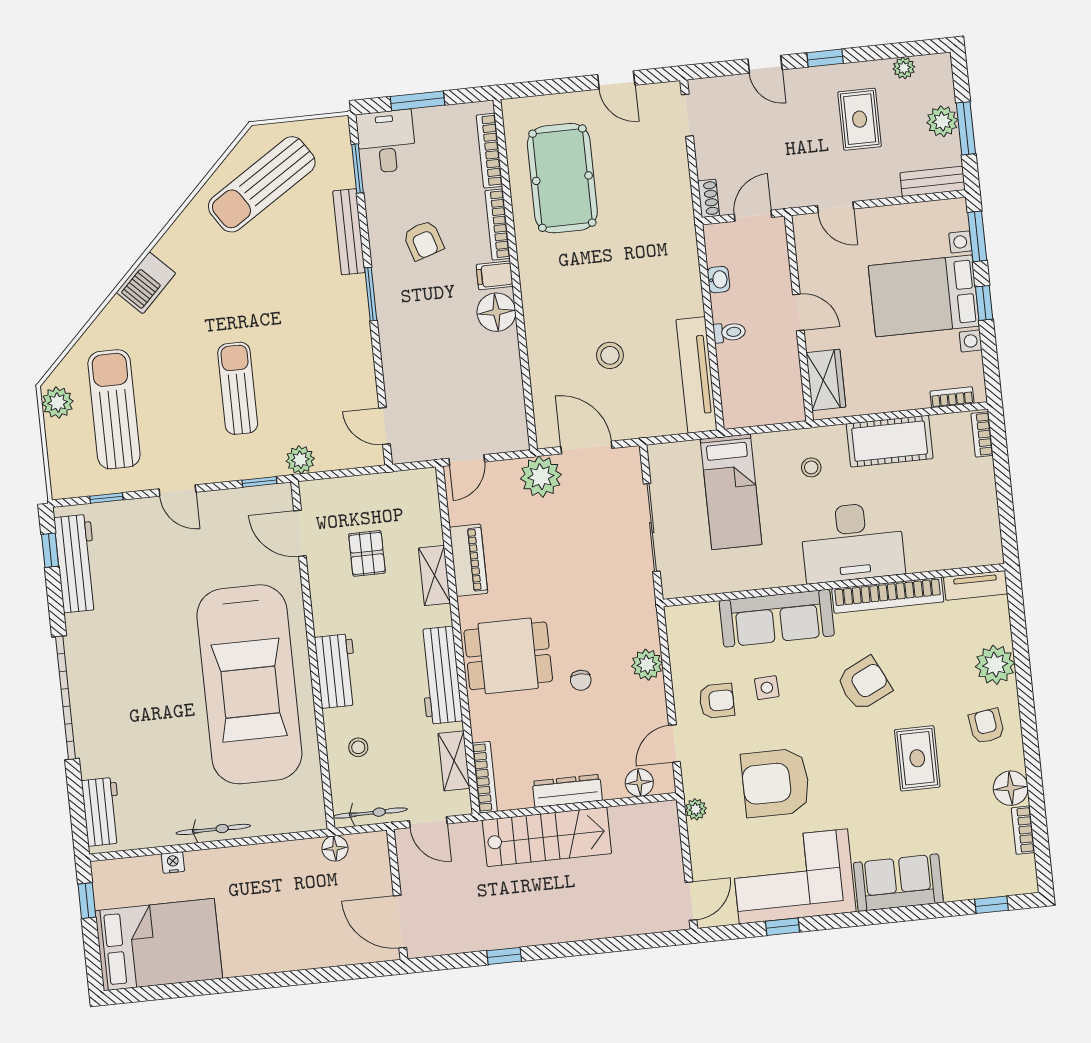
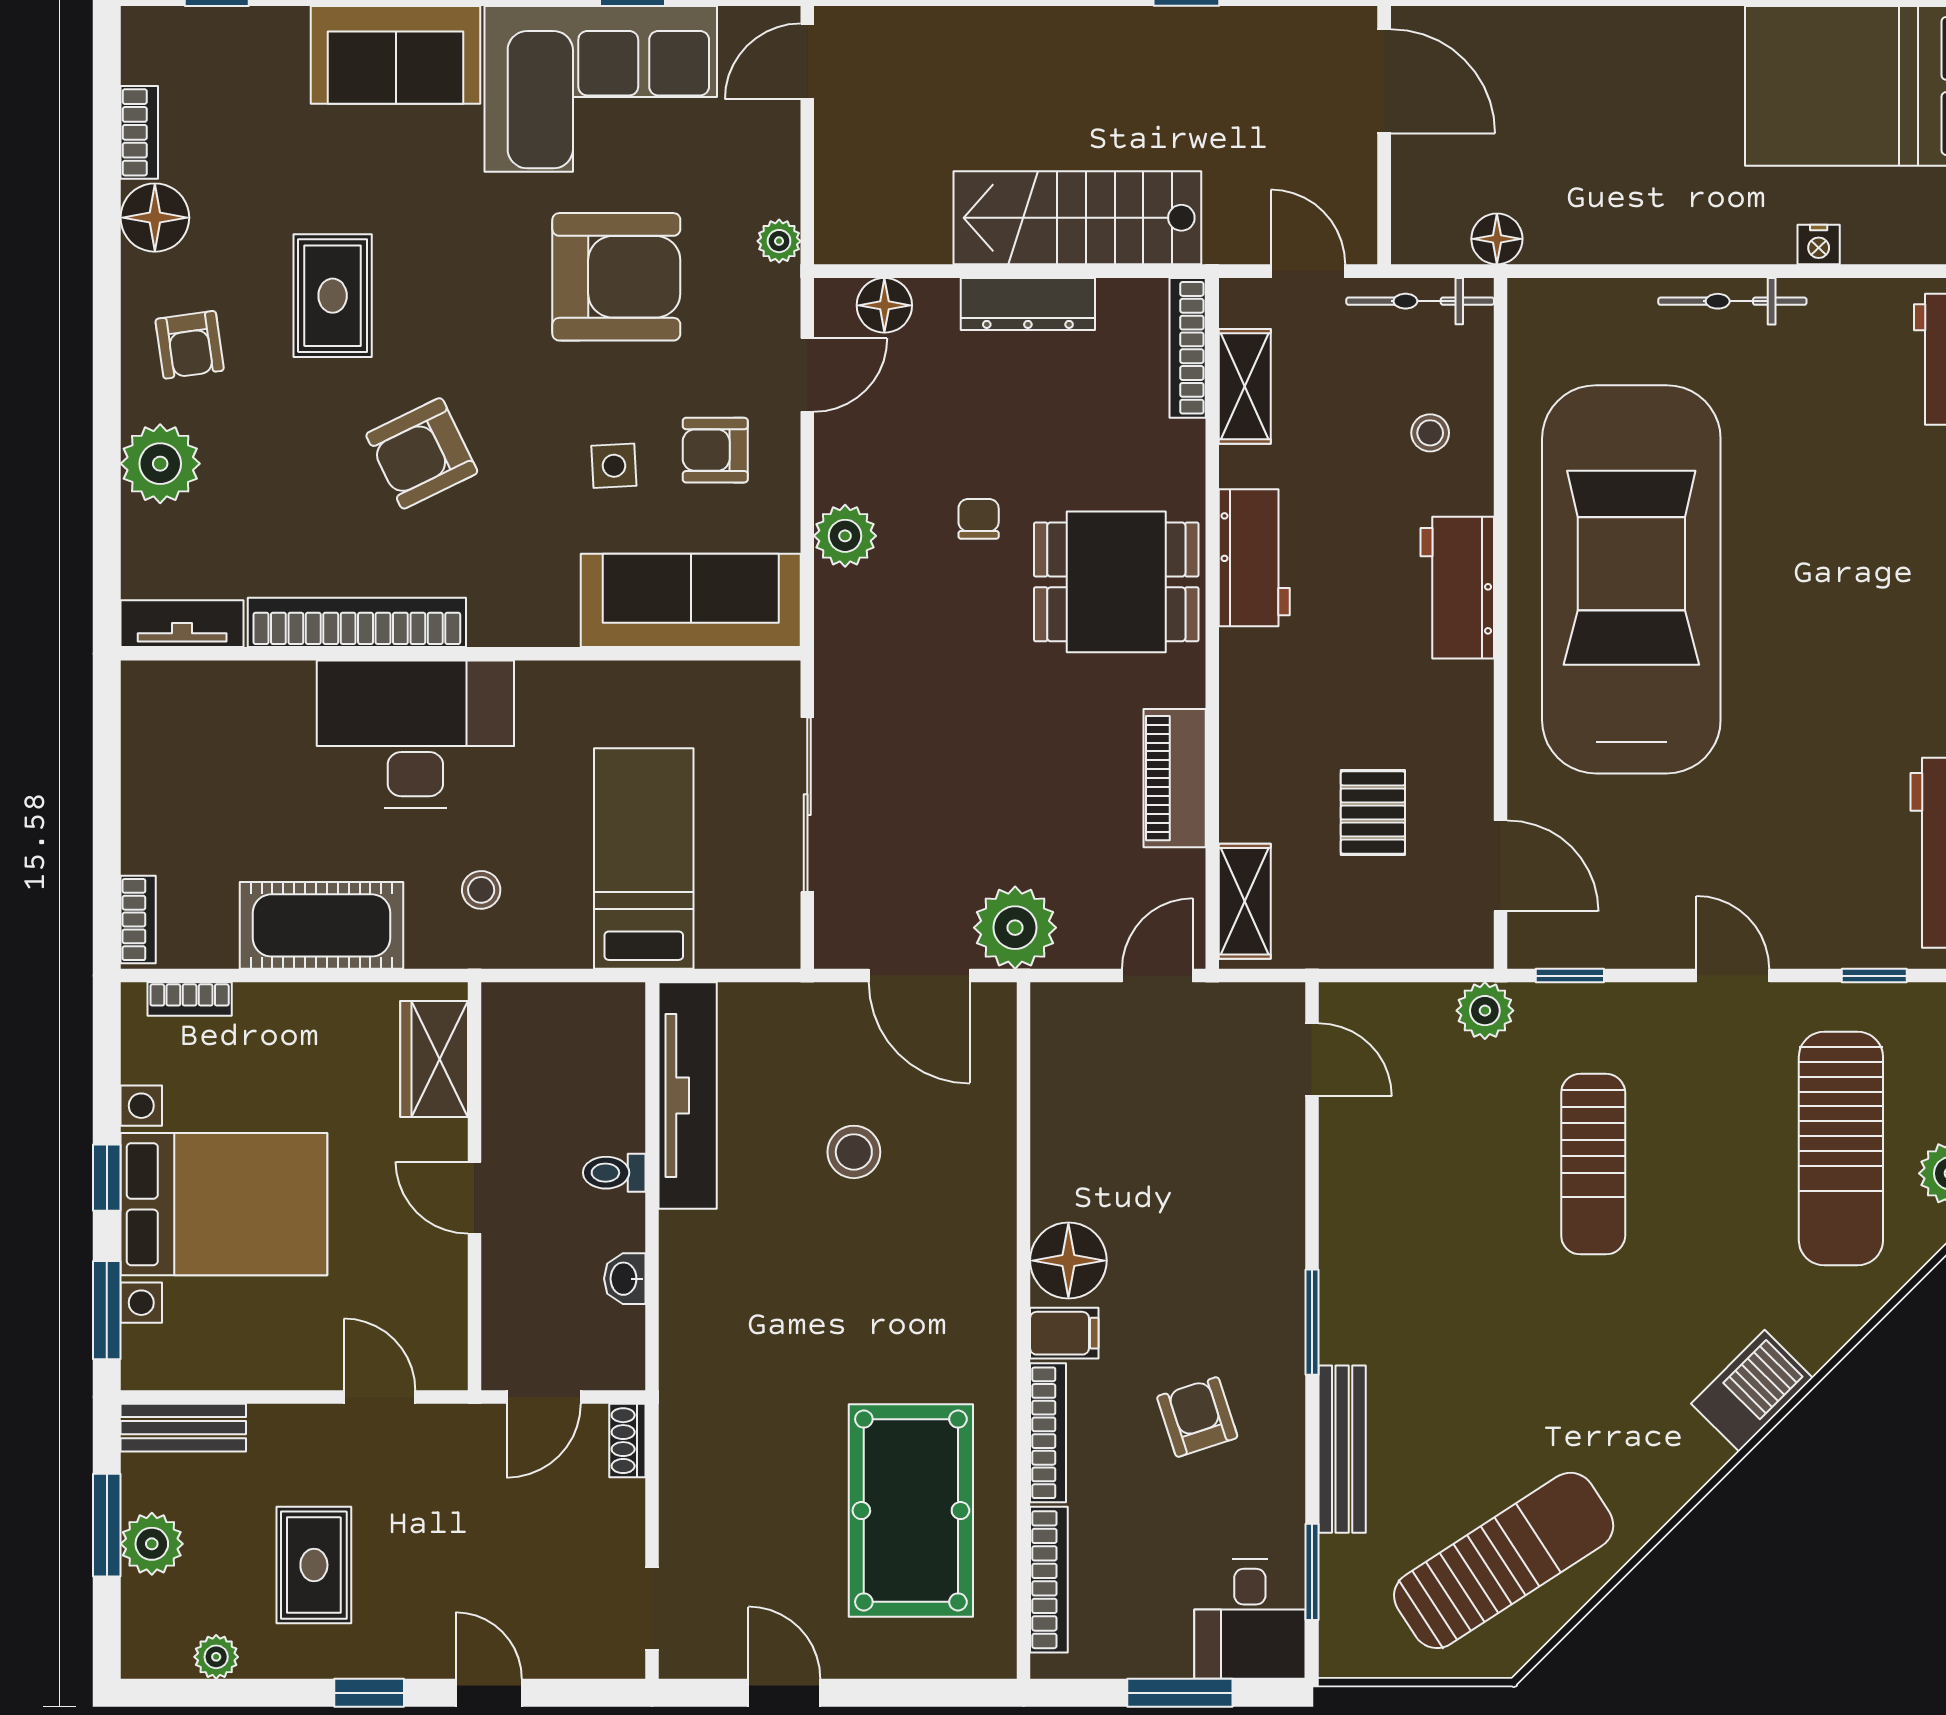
shelving: (434, 575) -> (1245, 901), moved
sofa: (777, 618) -> (691, 600), moved
workbench: (440, 675) -> (1254, 558), width x0.73

